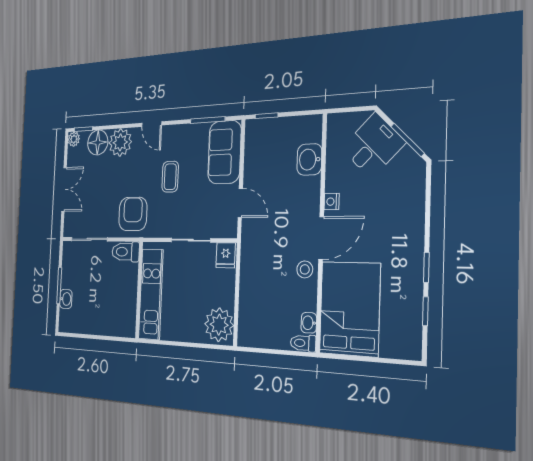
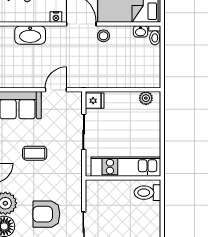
washbasin: (309, 160) -> (30, 35), width x1.38
armchair: (133, 214) -> (46, 214), moved
toilet: (126, 252) -> (147, 193), moved, turned 90
plant: (219, 325) -> (146, 98), width x0.53, depth x0.53

